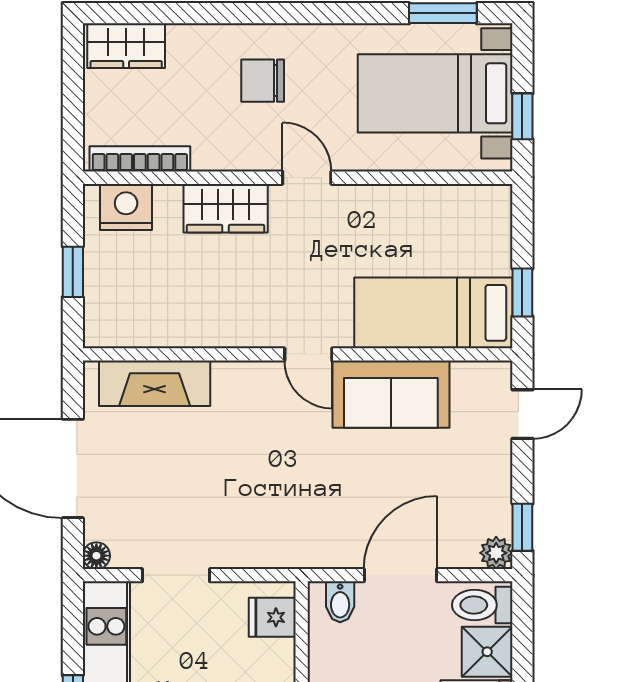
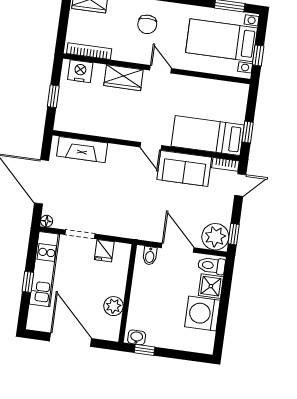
chair: (263, 81) -> (147, 24), turned -90
bookcase: (482, 372) -> (225, 164), added
plant: (496, 553) -> (215, 237), width x1.88, depth x1.88
door: (401, 575) -> (178, 248), hinge flipped
fridge: (272, 617) -> (104, 251), moved, turned -90

